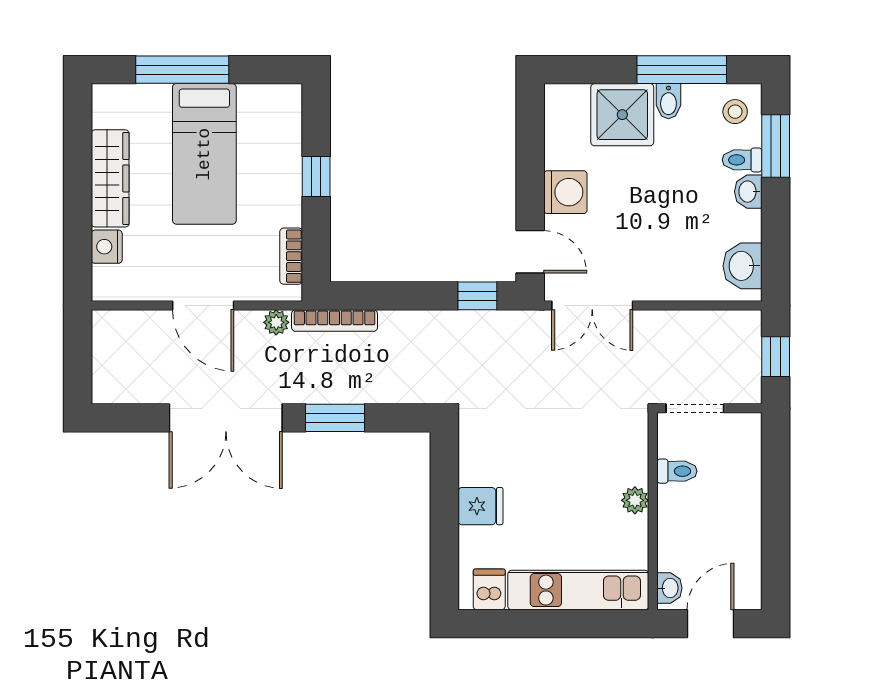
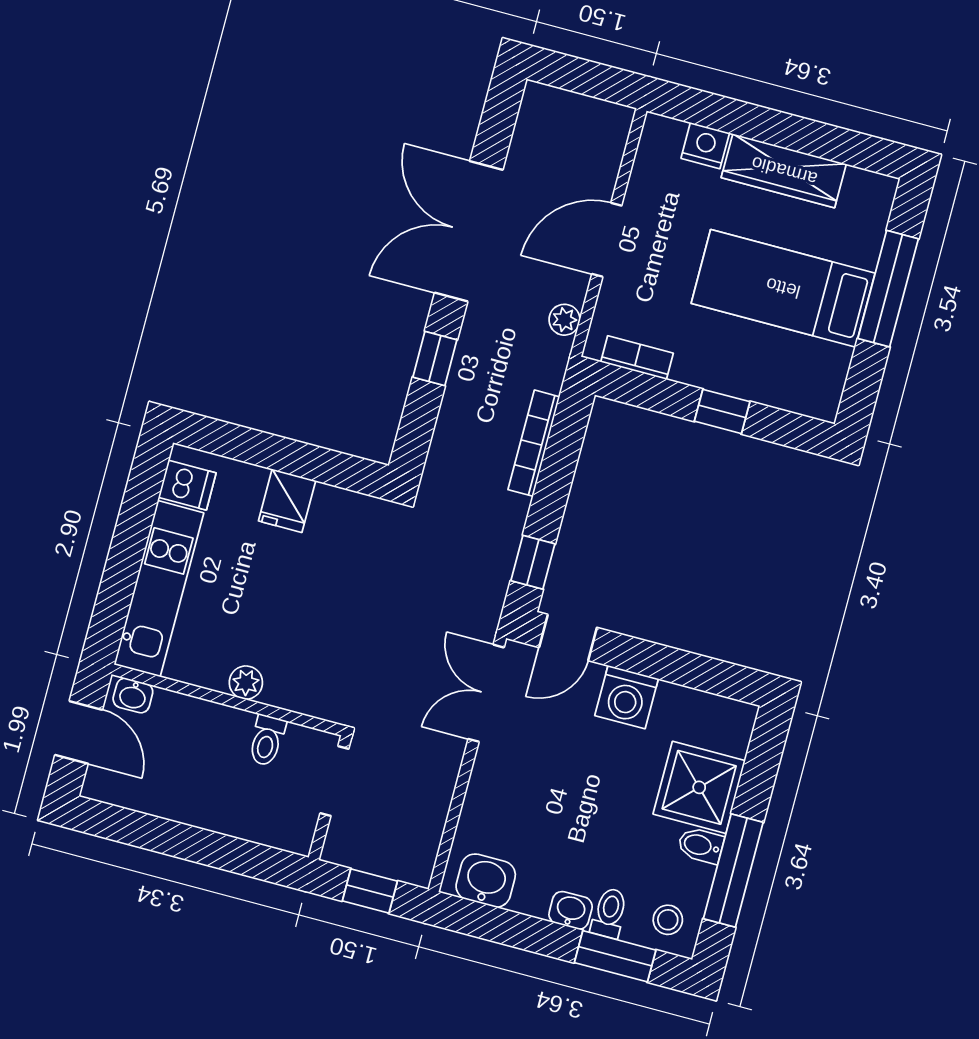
bookcase: (335, 321) -> (534, 443), moved
window: (335, 418) -> (435, 358), width x0.67

